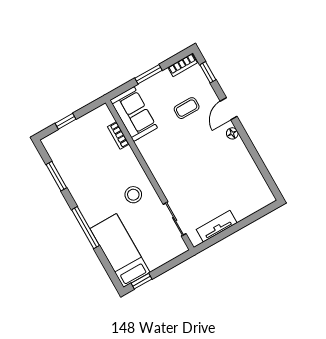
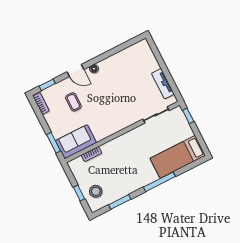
window: (148, 74) -> (54, 143), moved
stool: (133, 195) -> (96, 191), moved
window: (141, 281) -> (188, 116), moved

